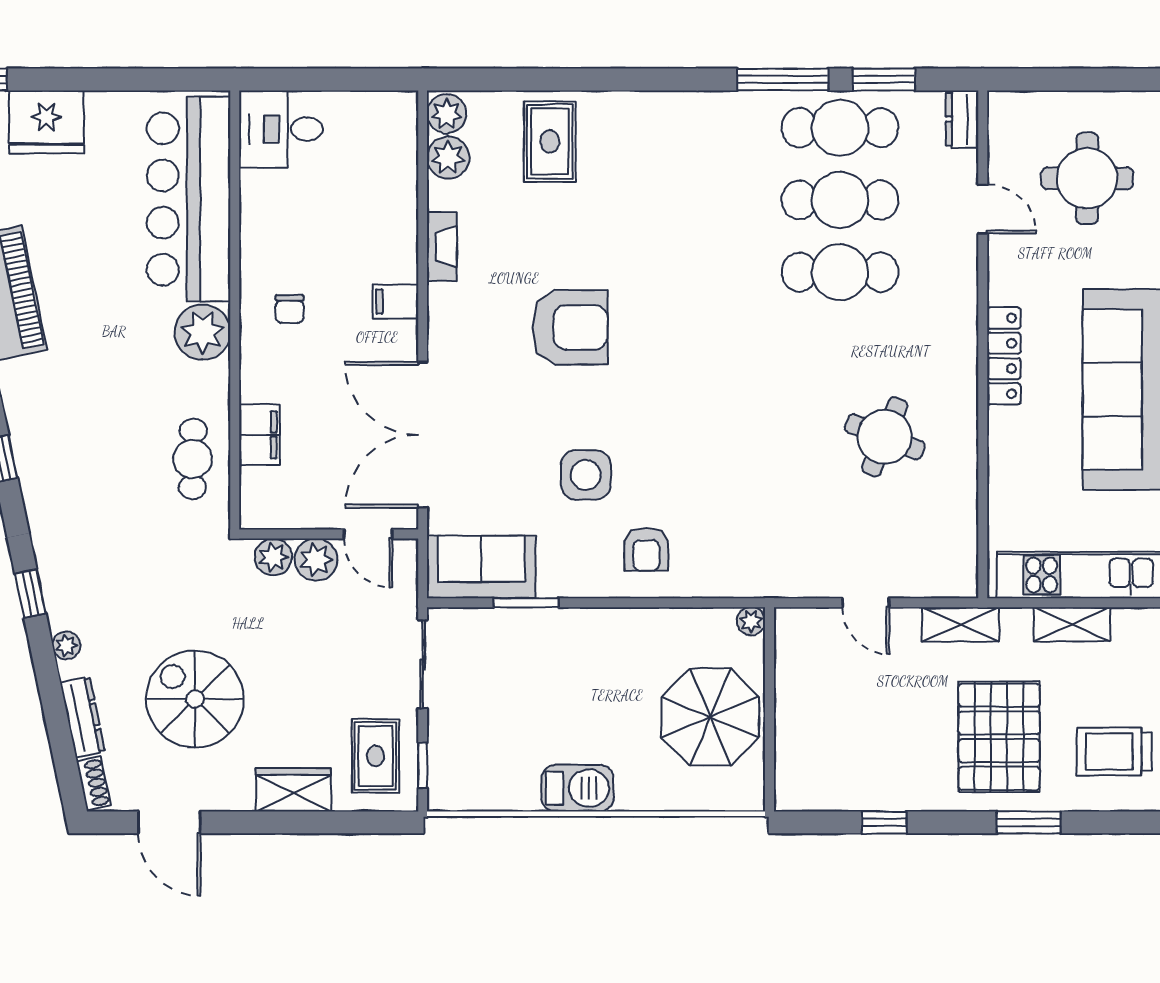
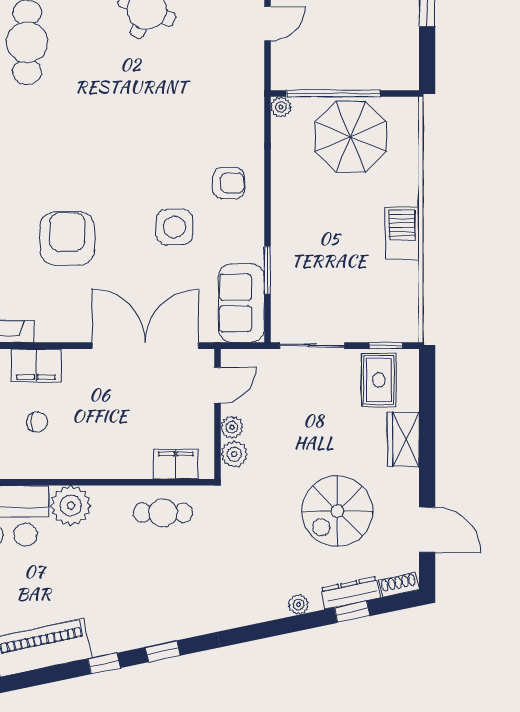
filing cabinet: (395, 301) -> (36, 365), width x2.00
chair: (290, 309) -> (37, 422), moved
filing cabinet: (259, 435) -> (176, 464), moved
double door: (423, 435) -> (145, 346), swing flipped
plant: (316, 560) -> (232, 427), width x0.73, depth x0.73
window: (30, 594) -> (352, 612), moved
window: (770, 693) -> (333, 93), added
rug: (376, 756) -> (379, 380), turned 90
door: (169, 822) -> (427, 530), hinge flipped

